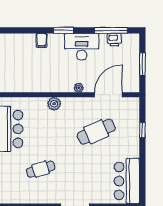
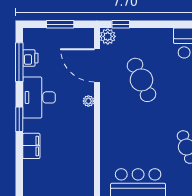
filing cabinet: (41, 40) -> (31, 146), width x2.00
plant: (54, 104) -> (108, 36), moved
window: (142, 130) -> (121, 24), moved

